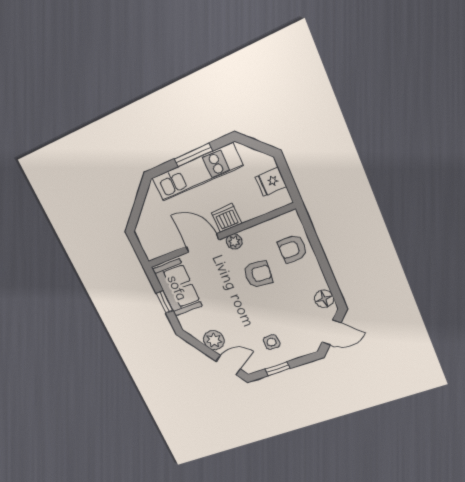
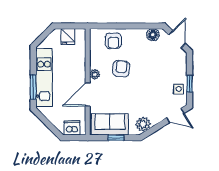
window: (193, 155) -> (33, 87), moved
dishwasher: (226, 218) -> (72, 128), moved, turned 90
plant: (214, 340) -> (143, 124), moved
side table: (272, 342) -> (179, 89), moved
door: (228, 365) -> (175, 116), swing flipped

